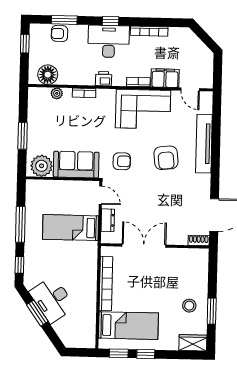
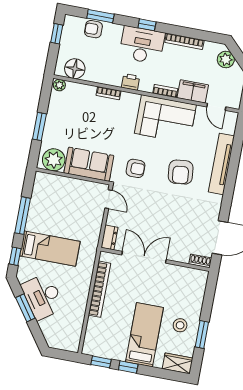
plant: (192, 42) -> (226, 59), added
plant: (57, 93) -> (59, 85), moved
dresser: (108, 220) -> (109, 237), moved
bed: (71, 228) -> (50, 249), moved, turned 180
bed: (128, 326) -> (145, 335), moved, turned -90

